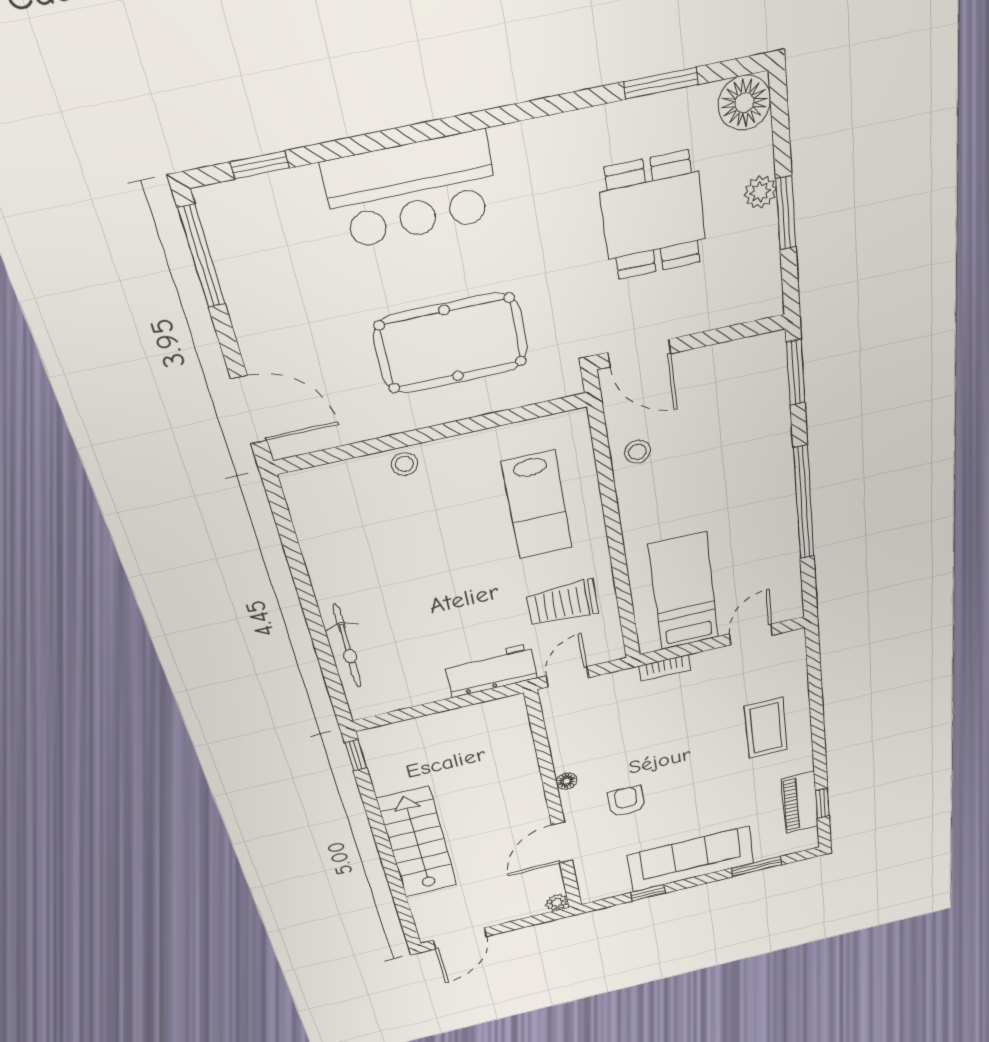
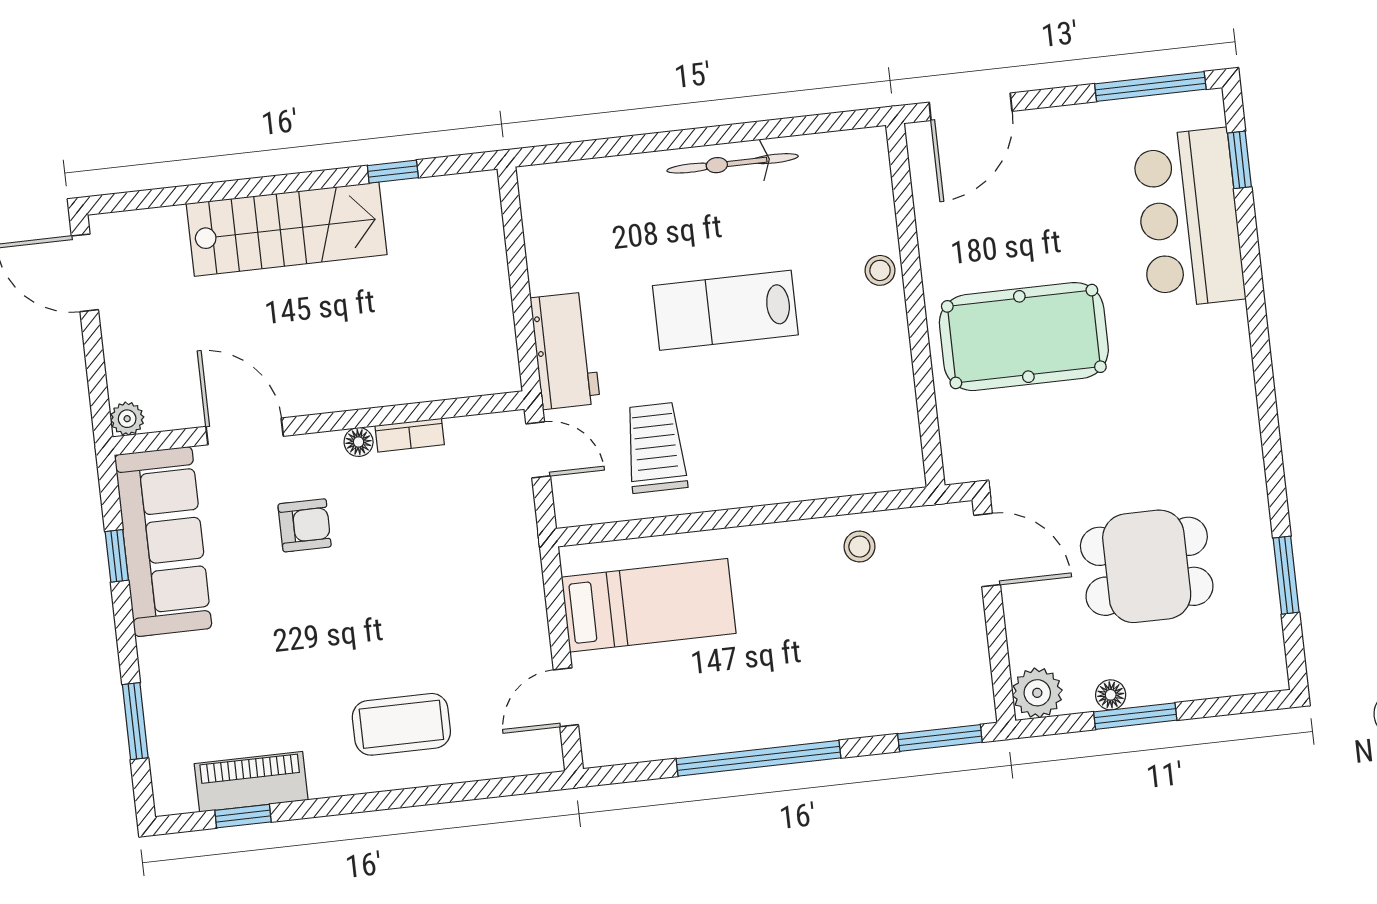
floor lamp: (744, 103) -> (1111, 695), moved, width x0.53, depth x0.53
bar counter: (412, 190) -> (1189, 218), moved
plant: (760, 192) -> (1037, 693), moved, width x1.38, depth x1.38
pool table: (451, 343) -> (1024, 337), turned 90
door: (639, 353) -> (987, 550), swing flipped
lab bench: (537, 505) -> (725, 310), moved
door: (751, 634) -> (566, 697), swing flipped
bicycle: (347, 646) -> (733, 163), moved
bookcase: (665, 668) -> (410, 435), moved, turned -90
window: (356, 755) -> (393, 172), moved
sofa: (691, 859) -> (163, 542), moved

